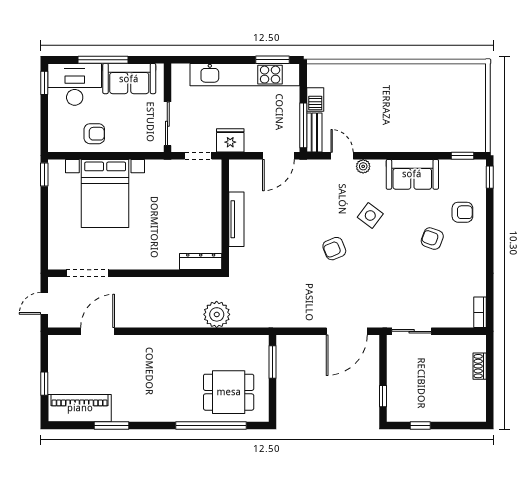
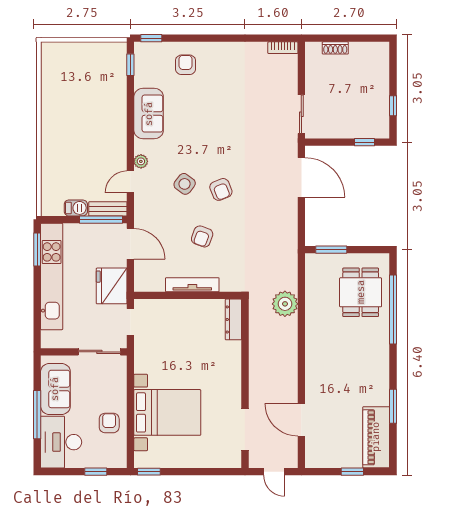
window: (44, 83) -> (96, 472), moved
fridge: (230, 140) -> (112, 286), width x1.36, depth x1.34
side table: (370, 215) -> (185, 184), moved
armchair: (432, 239) -> (202, 236), moved

